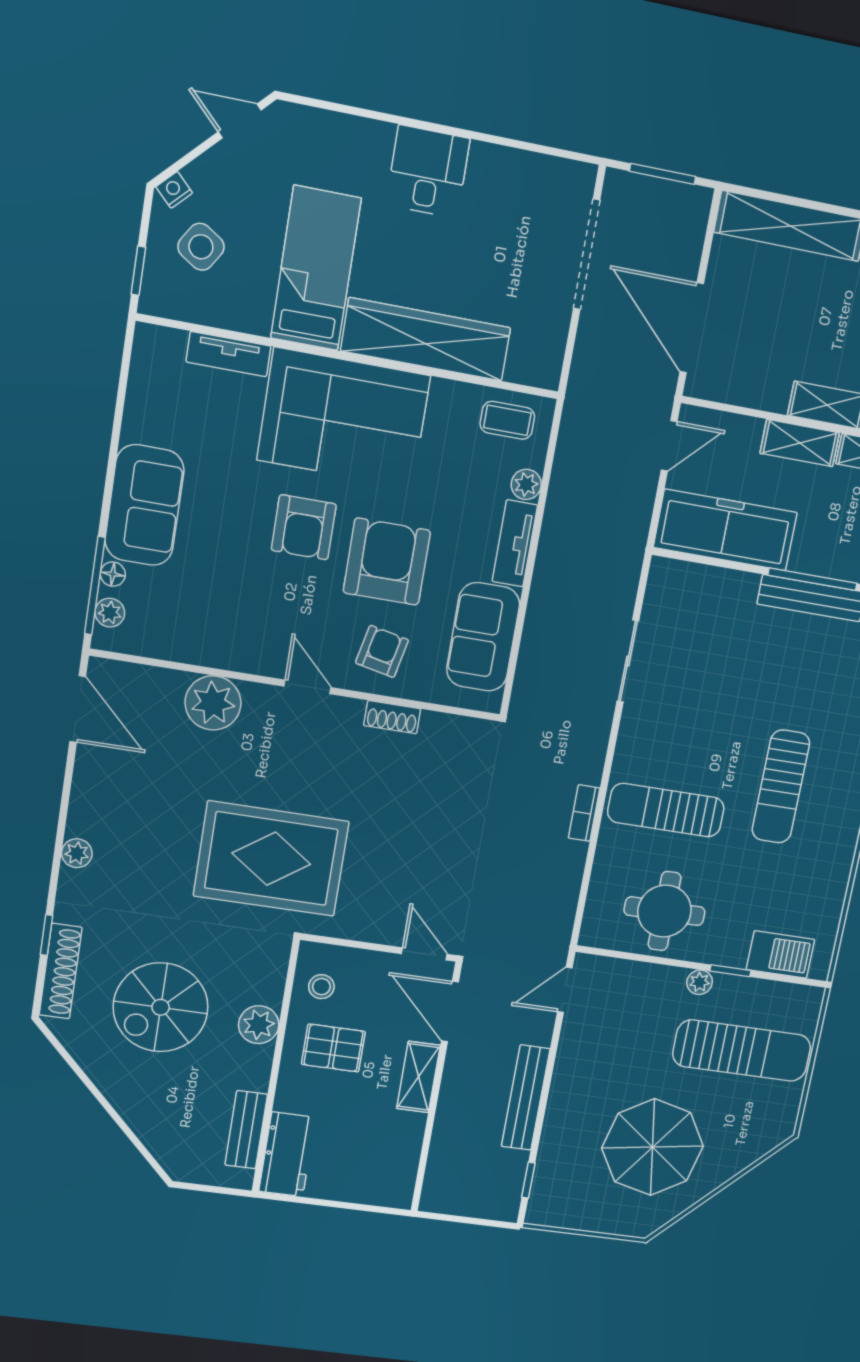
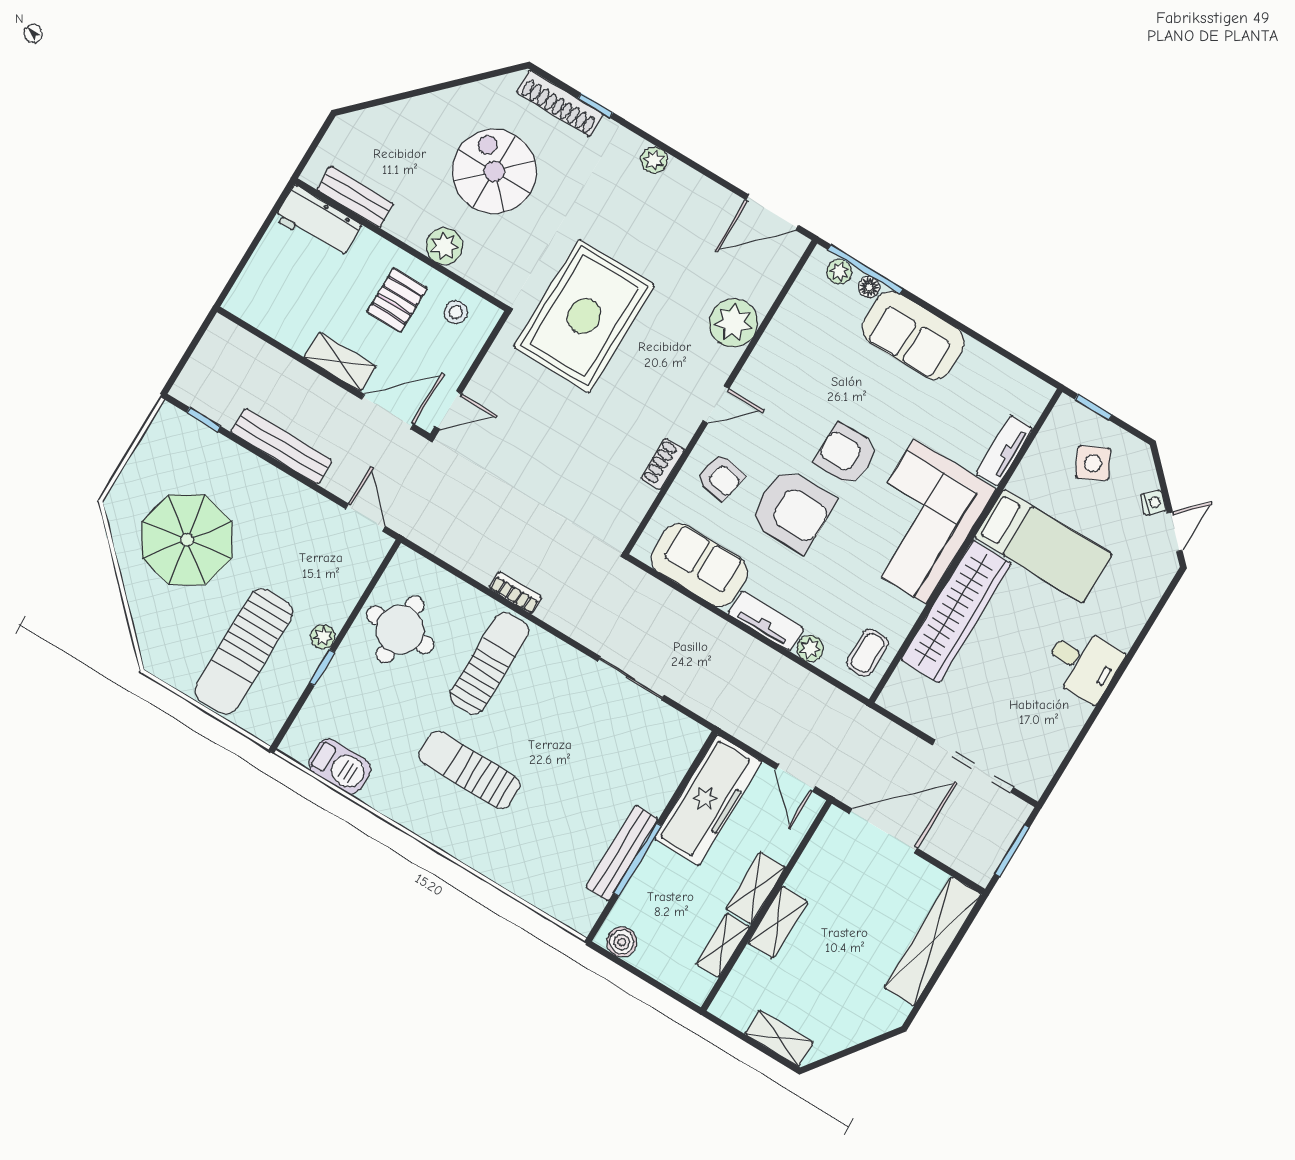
nightstand: (174, 190) -> (1153, 503), moved
side table: (201, 247) -> (1093, 463), turned 30
barbecue: (780, 954) -> (340, 766), moved, turned -90

